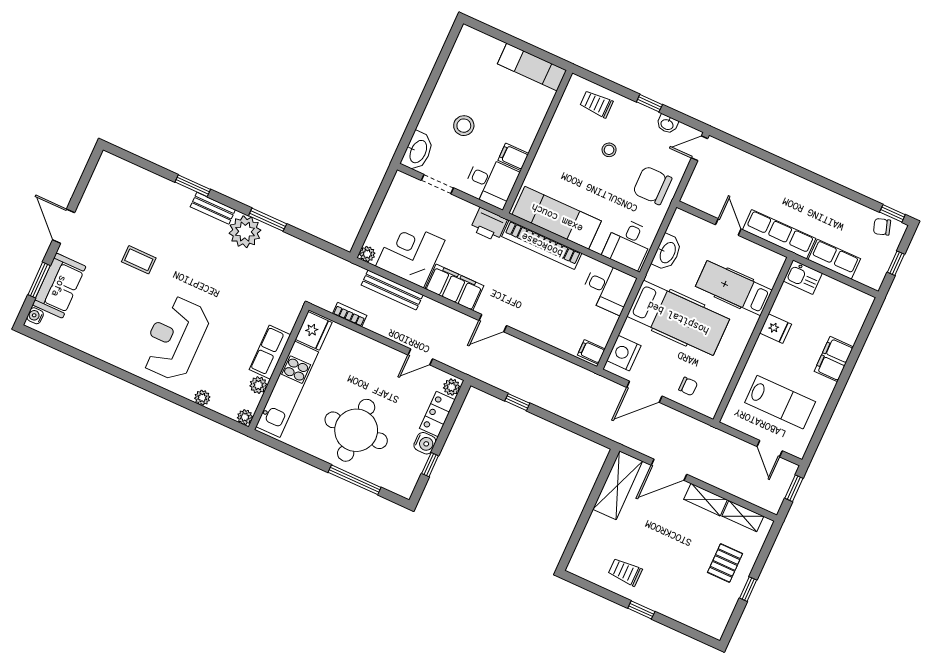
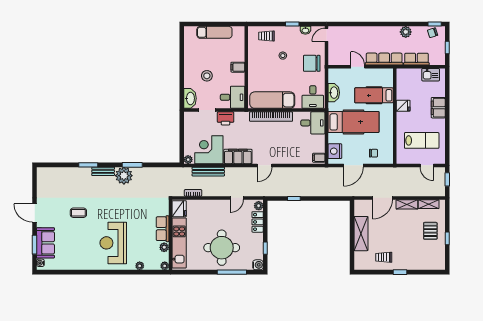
exam couch: (532, 67) -> (214, 32), moved
filing cabinet: (513, 157) -> (238, 67), moved
plant: (837, 205) -> (406, 32), added
printer: (489, 225) -> (226, 118), moved
kitchen sink: (803, 277) -> (431, 75), moved
water cooler: (425, 443) -> (258, 265), moved
shelving: (618, 485) -> (361, 234), moved

